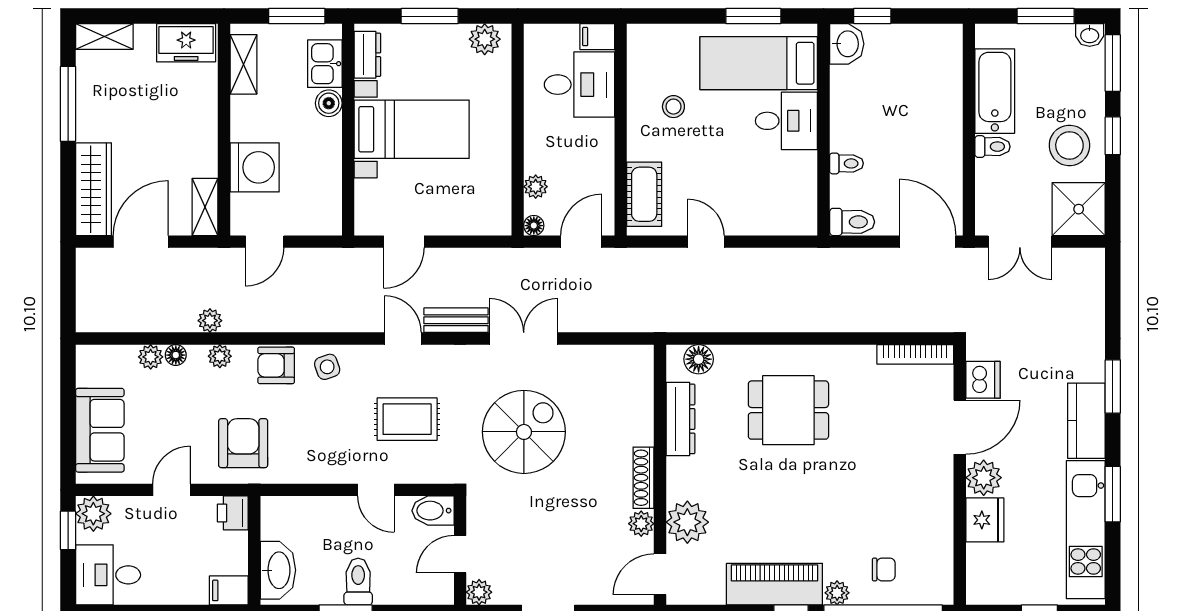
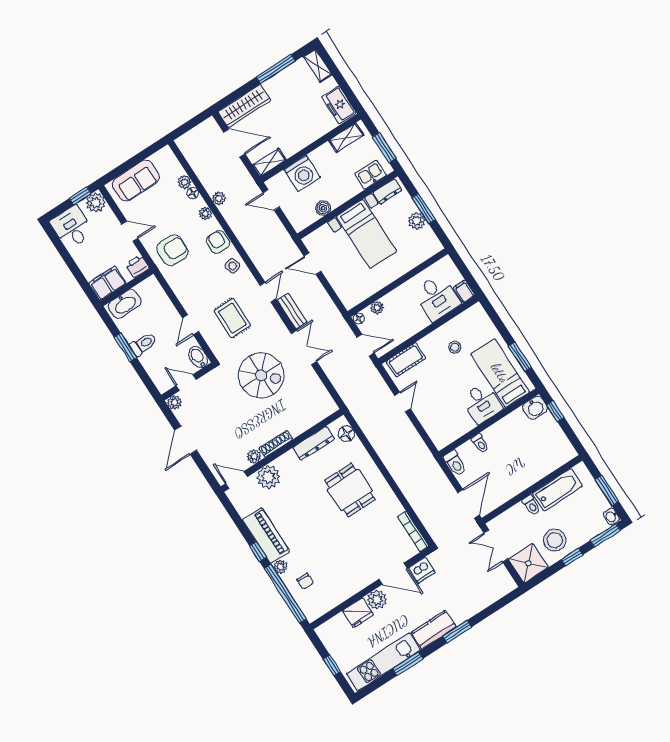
plant: (485, 39) -> (417, 221), moved
boiler: (329, 103) -> (323, 208), moved
filing cabinet: (229, 590) -> (107, 283), width x2.00

